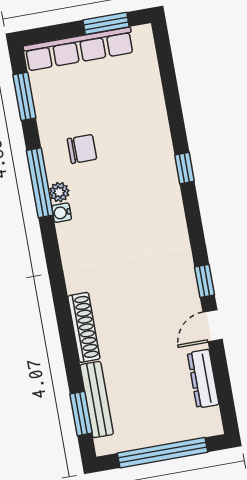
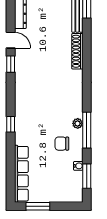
row of seats: (79, 49) -> (21, 174), moved, turned 90
water cooler: (62, 213) -> (78, 166), moved
door: (213, 326) -> (11, 40), hinge flipped

